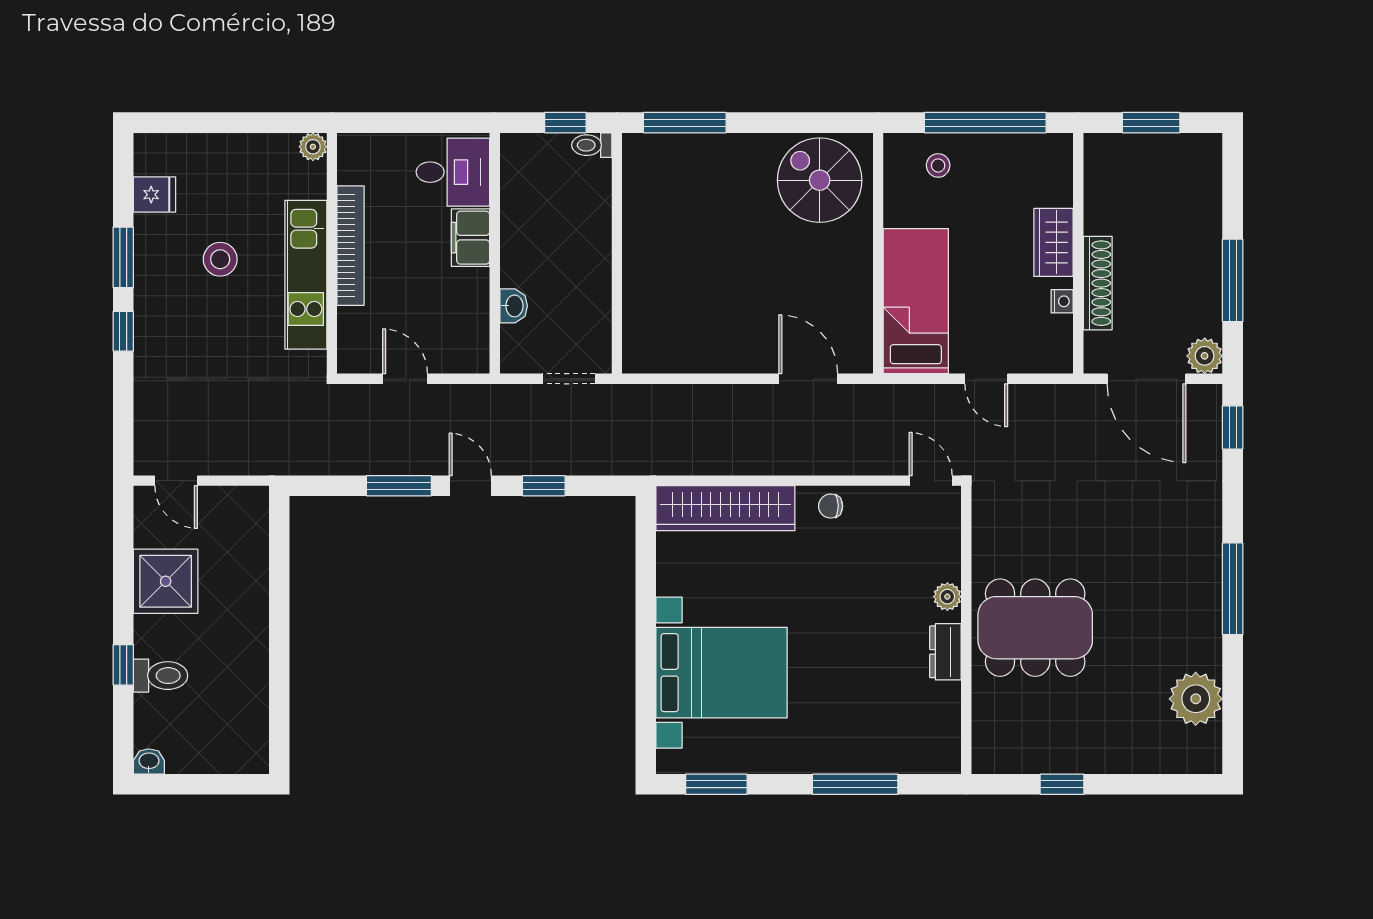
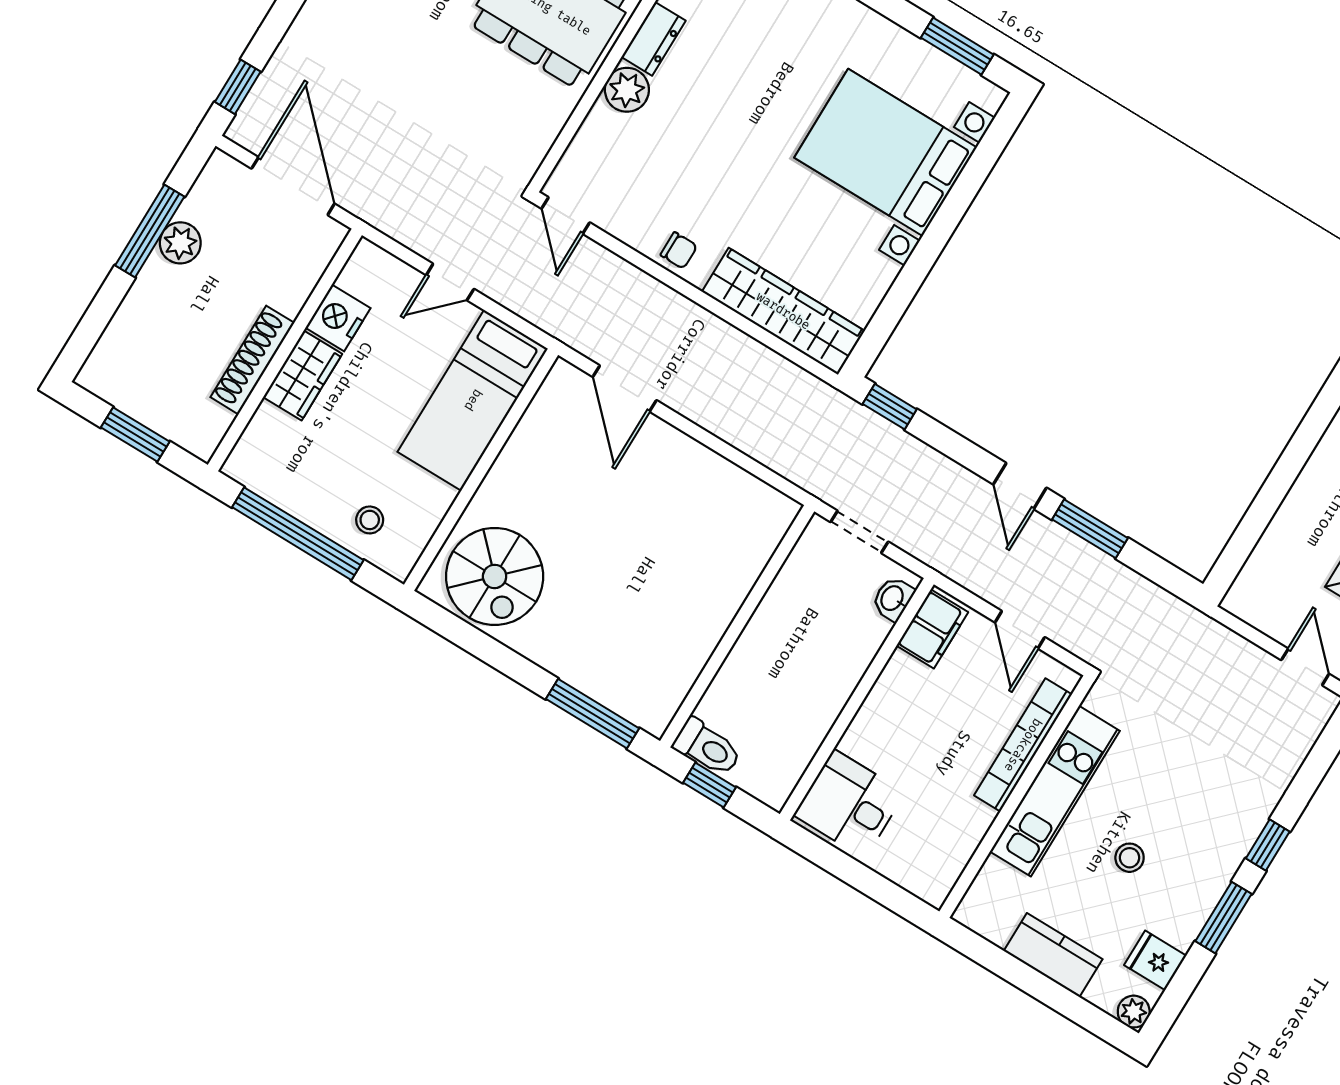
toilet: (592, 145) -> (707, 747), width x1.37, depth x1.39
plant: (313, 147) -> (1134, 1012), moved
kitchen counter: (233, 152) -> (1053, 955), added
filing cabinet: (471, 238) -> (932, 629), moved
bookcase: (351, 246) -> (1023, 745), moved
stool: (220, 259) -> (1130, 858), width x0.73, depth x0.73
shoe rack: (1098, 283) -> (252, 360), moved
nightstand: (1062, 301) -> (338, 318), width x1.89, depth x1.79
washbasin: (514, 306) -> (893, 599), moved
plant: (1205, 356) -> (180, 243), moved
door: (986, 379) -> (450, 282), swing flipped
window: (544, 486) -> (890, 407), moved
plant: (947, 597) -> (627, 90), width x1.38, depth x1.38

